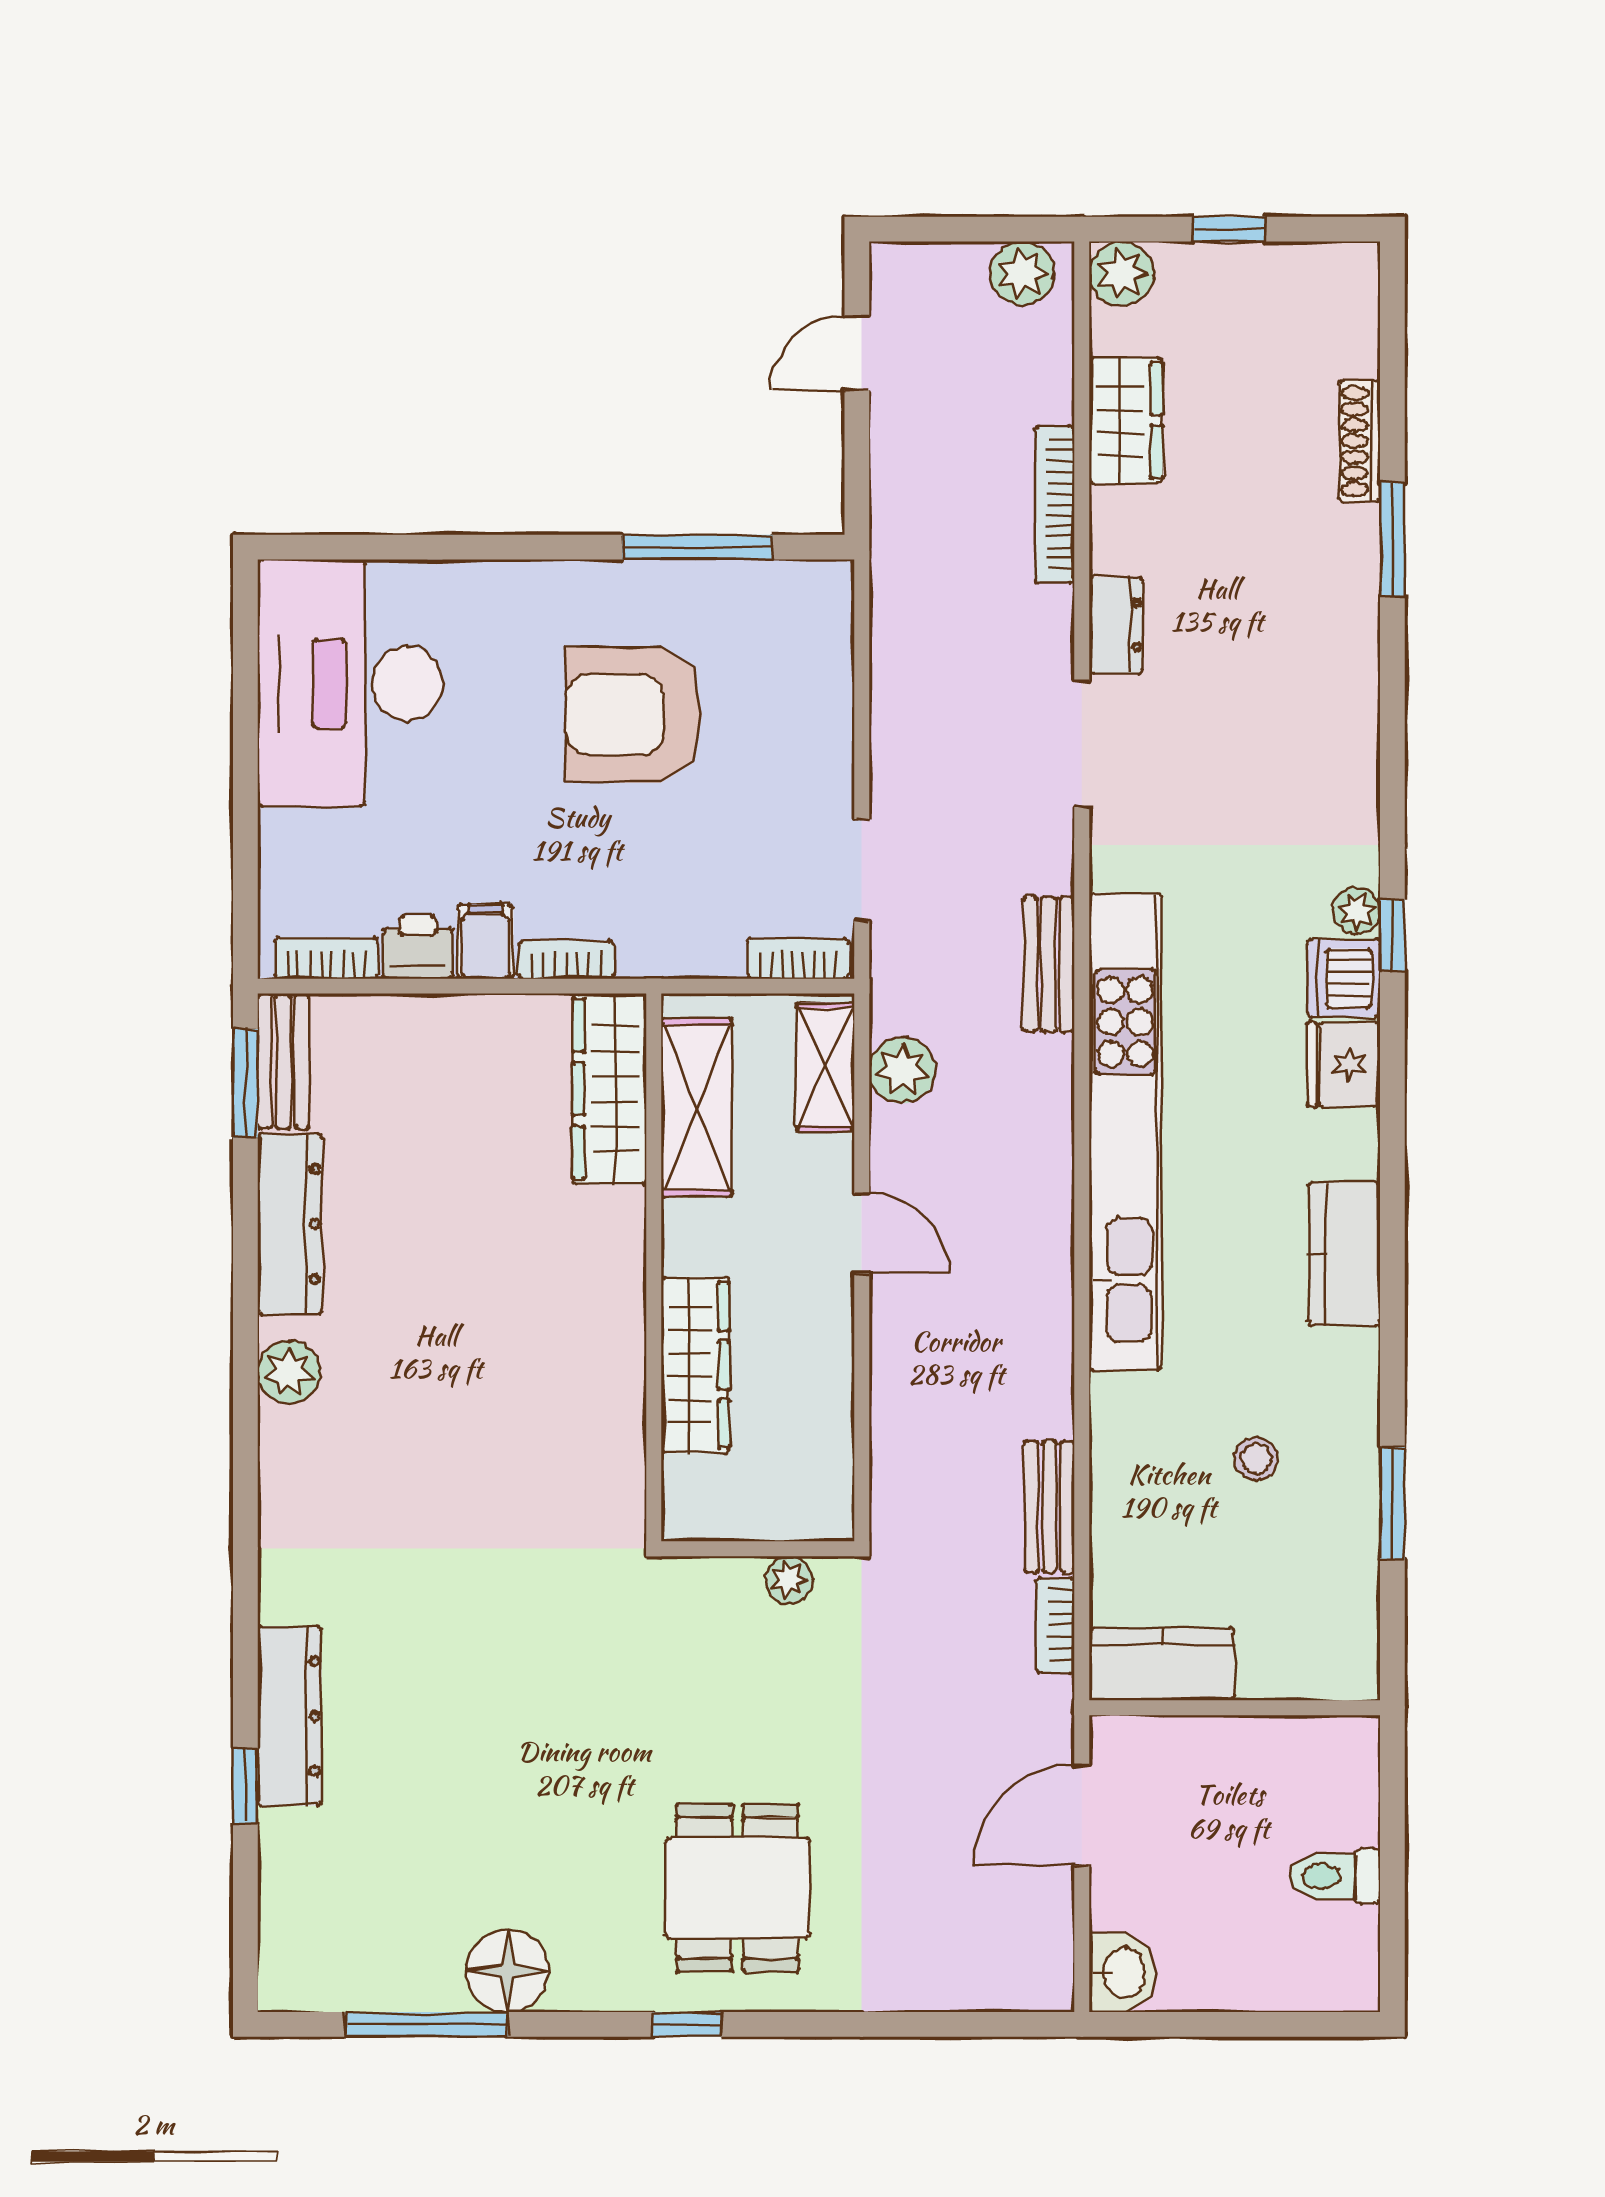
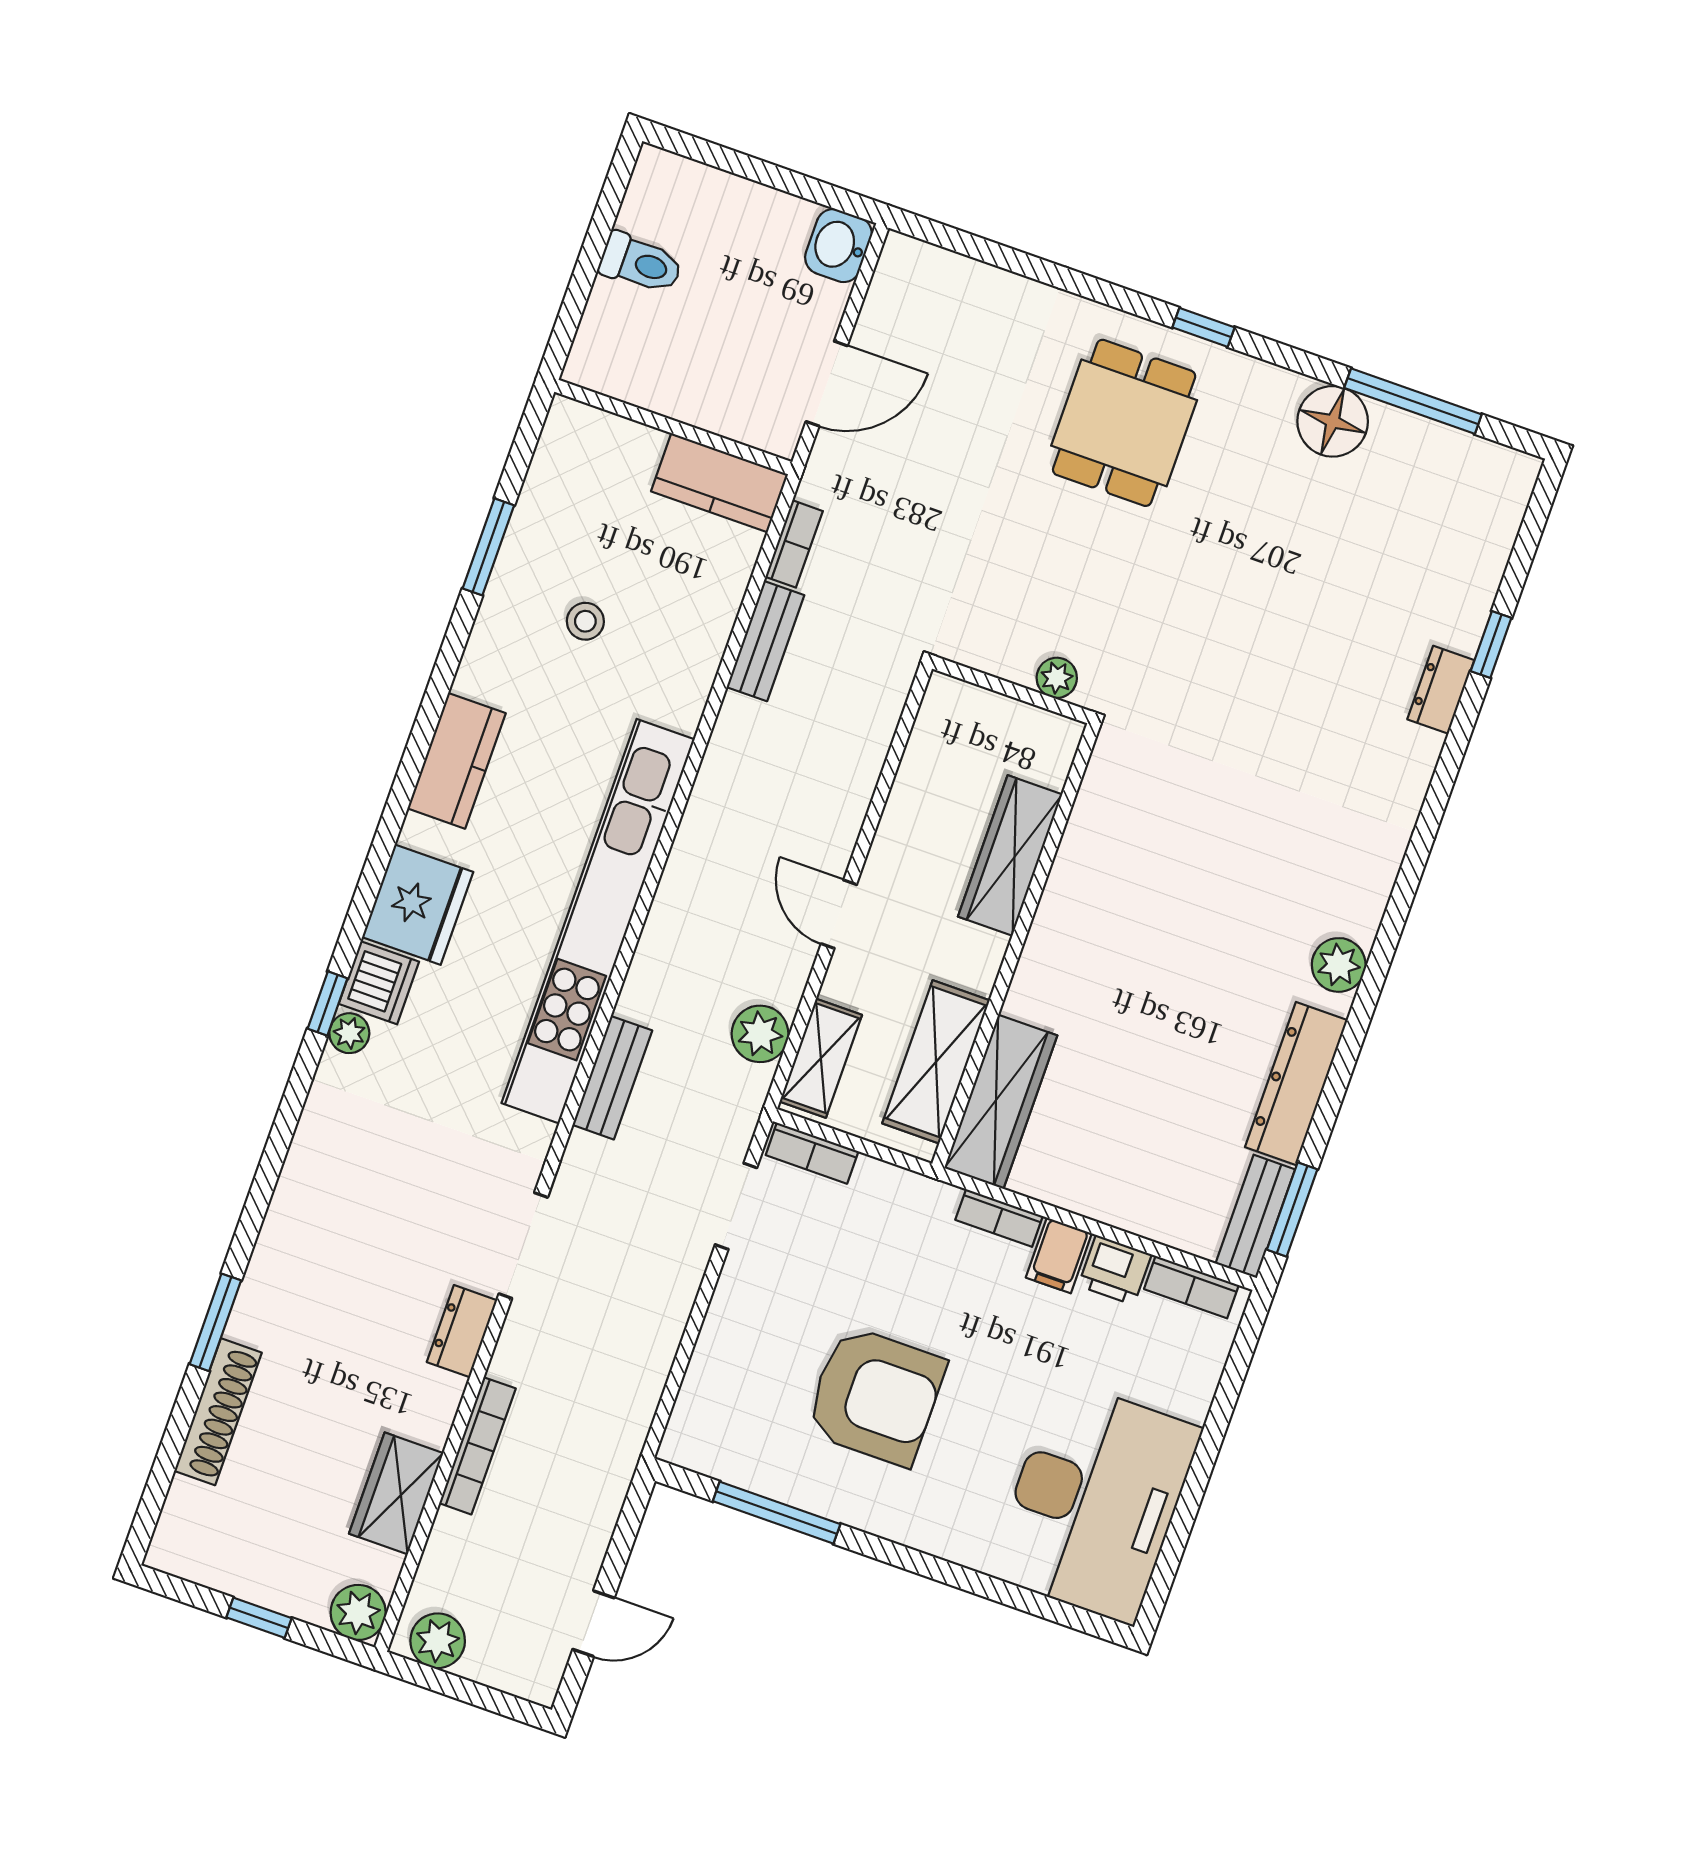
shoe rack: (1360, 441) -> (218, 1412), width x1.36, depth x1.24
fridge: (1344, 1065) -> (418, 905), width x1.36, depth x1.34
plant: (789, 1580) -> (1057, 678), moved
dresser: (290, 1716) -> (1441, 690), width x0.51, depth x0.80

